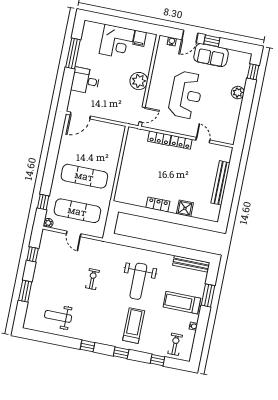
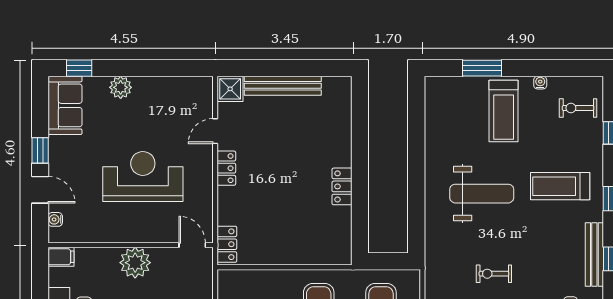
filing cabinet: (140, 38) -> (61, 257), moved
sofa: (211, 55) -> (65, 105), moved
locker: (159, 138) -> (227, 244), moved
shower: (185, 208) -> (230, 89), moved
bench: (191, 264) -> (594, 254), moved

